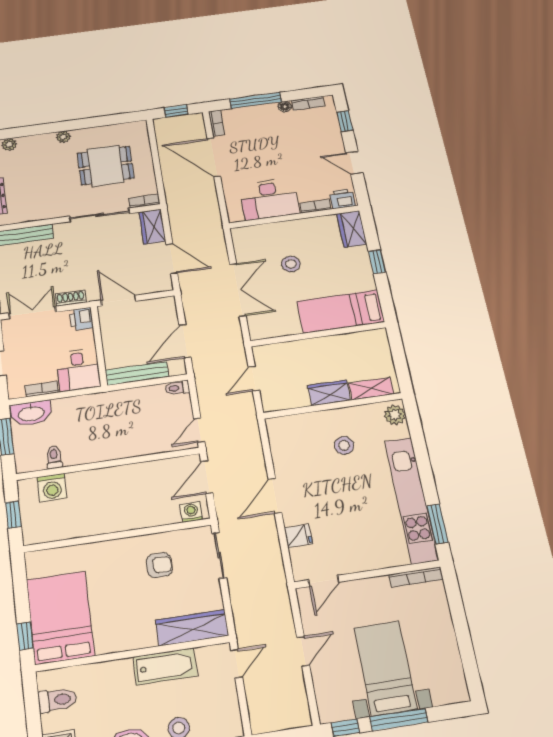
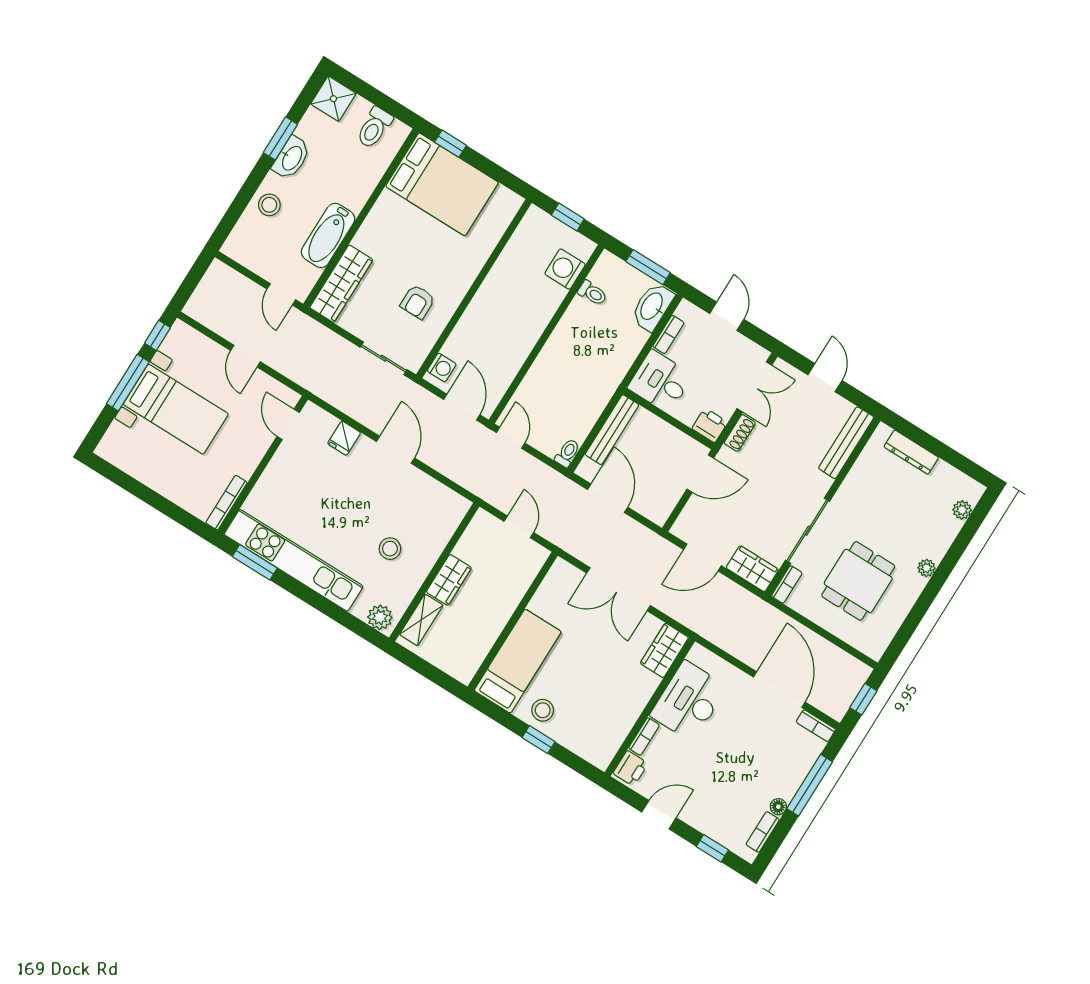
door: (214, 157) -> (779, 690), hinge flipped
wardrobe: (352, 229) -> (664, 650), moved, turned -90
stool: (291, 264) -> (543, 710), moved

